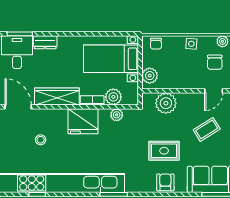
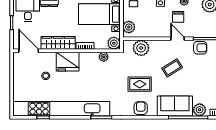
door: (214, 91) -> (177, 39), swing flipped
plant: (113, 97) -> (114, 43), moved
fridge: (83, 121) -> (68, 62), moved

